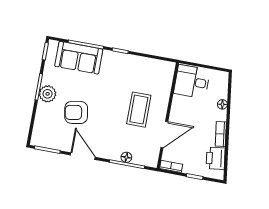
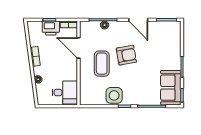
sofa: (79, 58) -> (171, 88), moved, turned -90
side table: (131, 67) -> (114, 95), added
plant: (48, 94) -> (174, 63), removed
armchair: (76, 112) -> (126, 55), moved
door: (164, 135) -> (79, 48), hinge flipped
printer: (216, 158) -> (51, 28), moved, turned 98

